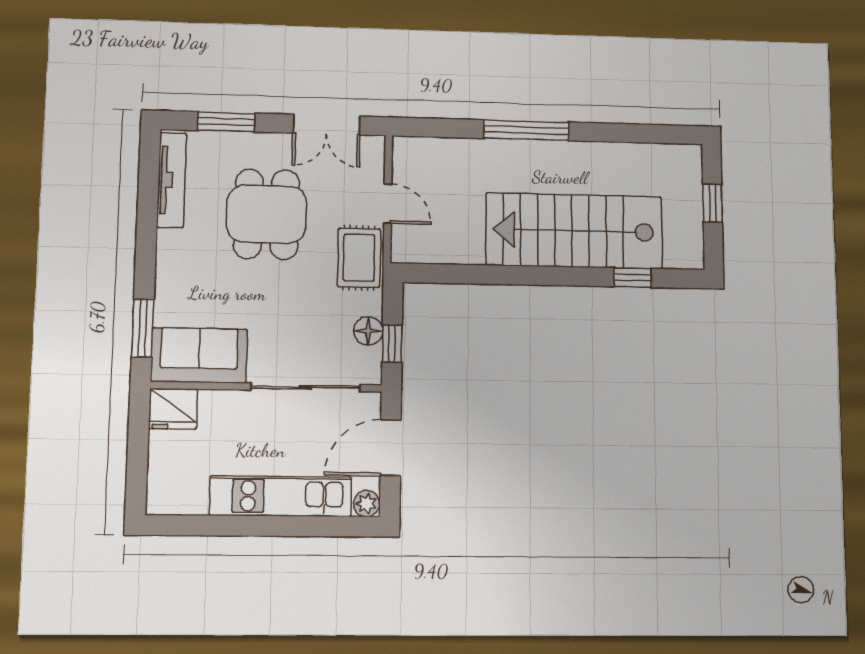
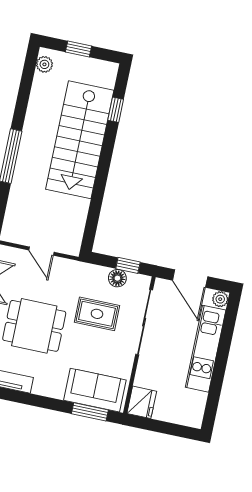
plant: (677, 156) -> (44, 64), added
door: (388, 204) -> (41, 251), swing flipped
rug: (359, 258) -> (97, 314), moved
sofa: (199, 355) -> (95, 390), moved, turned 90

